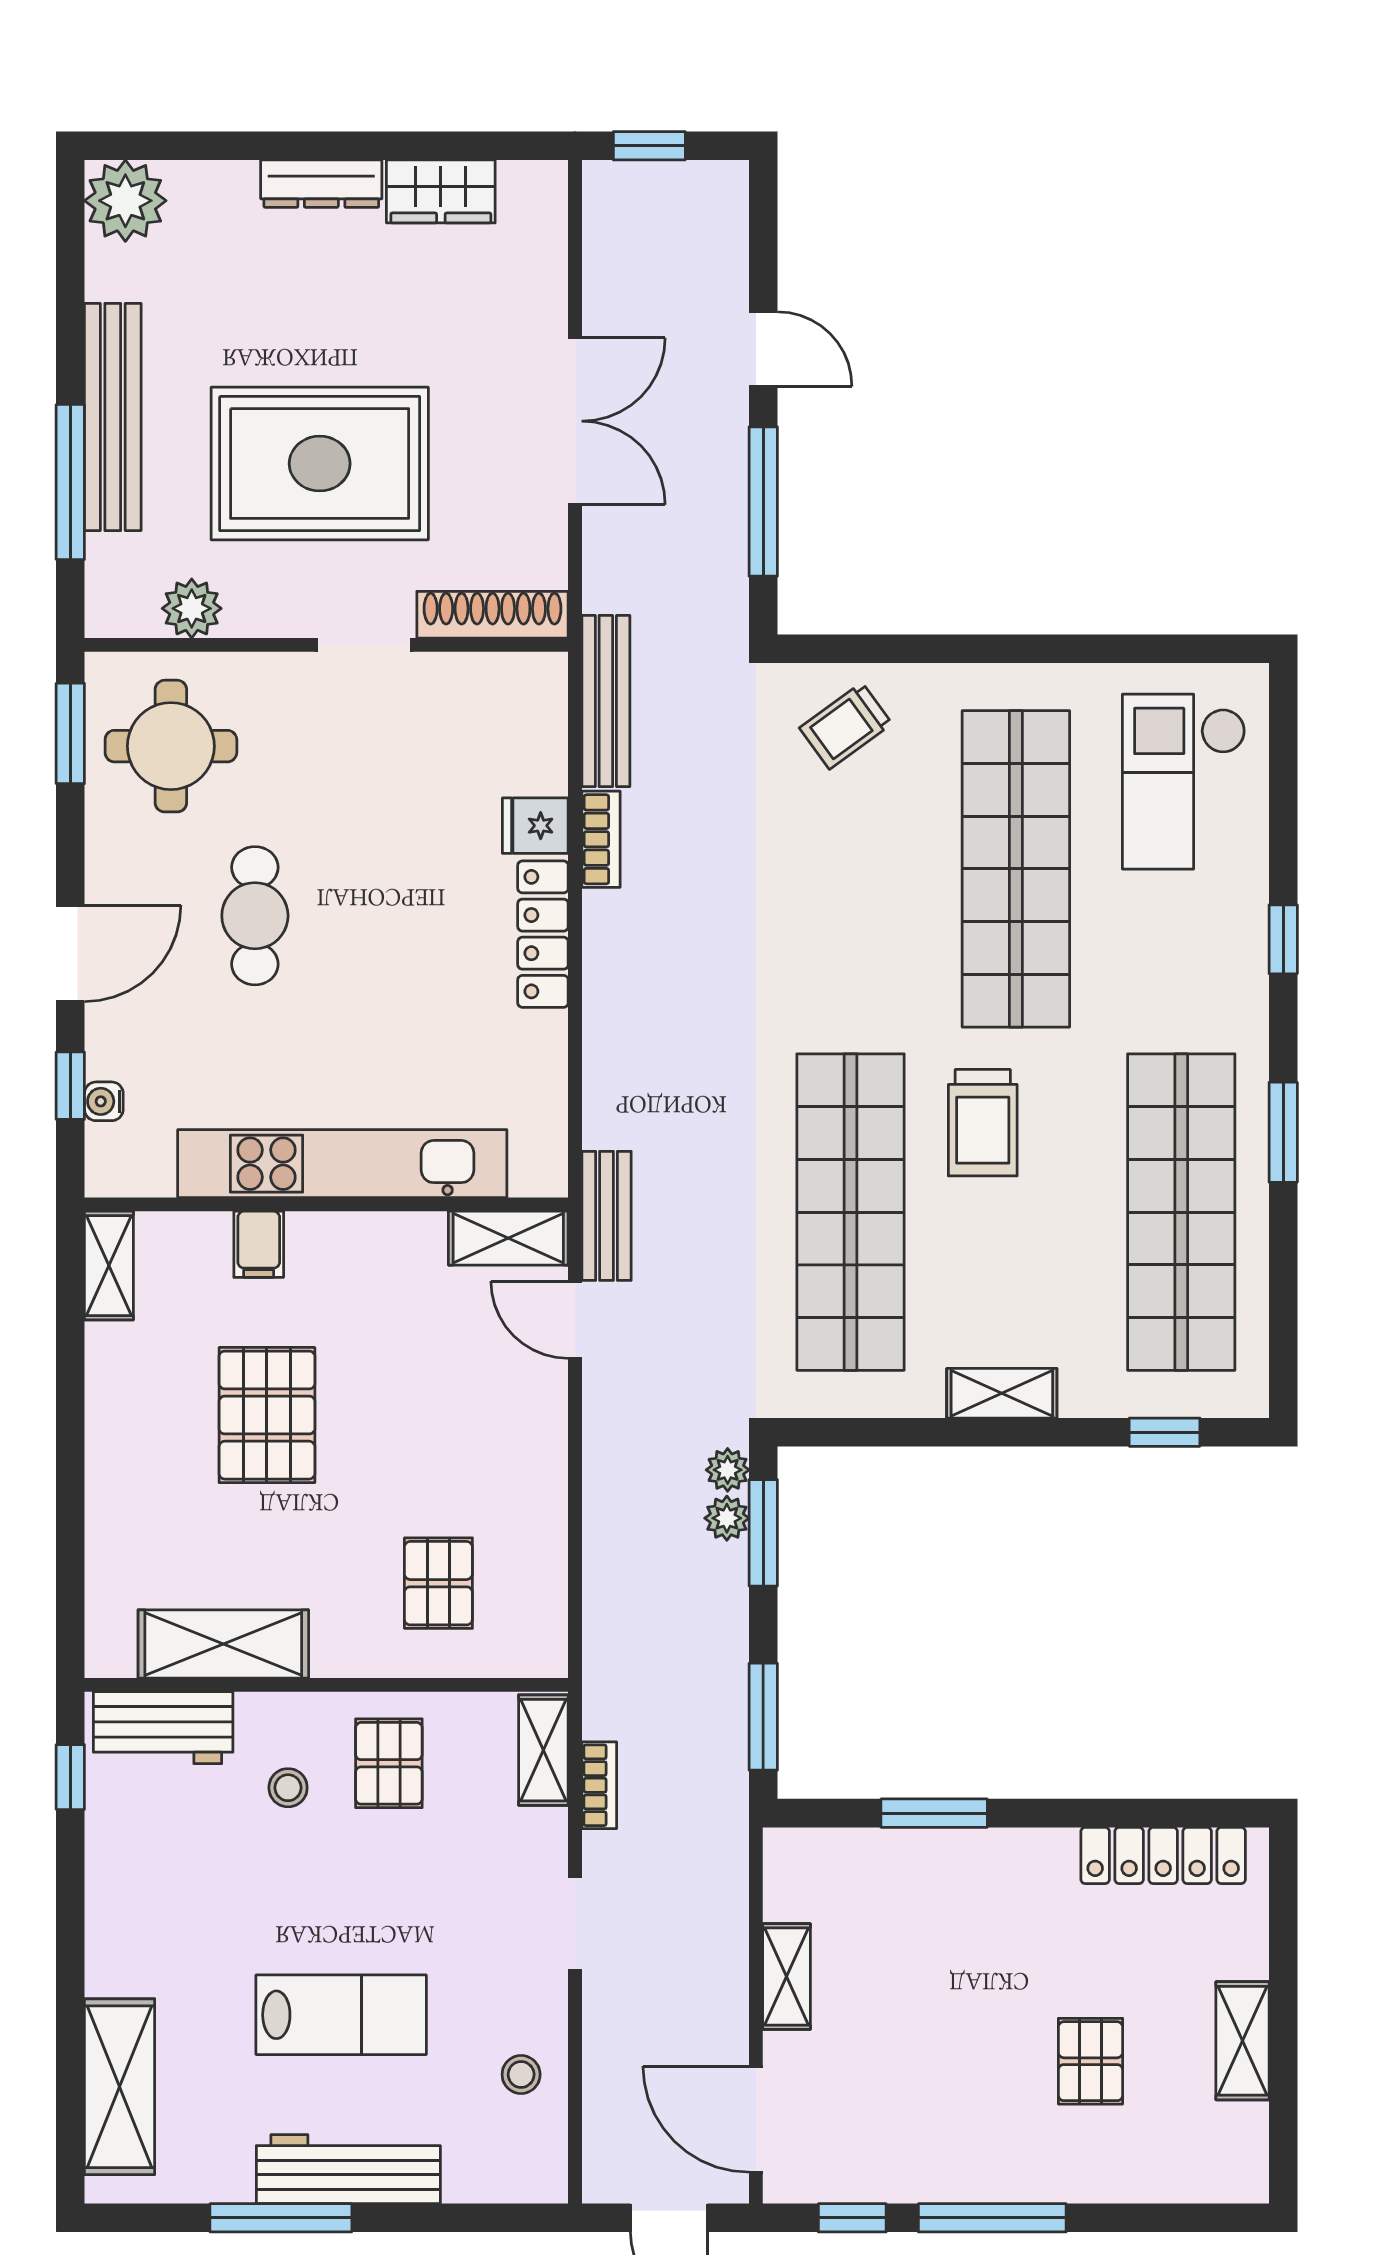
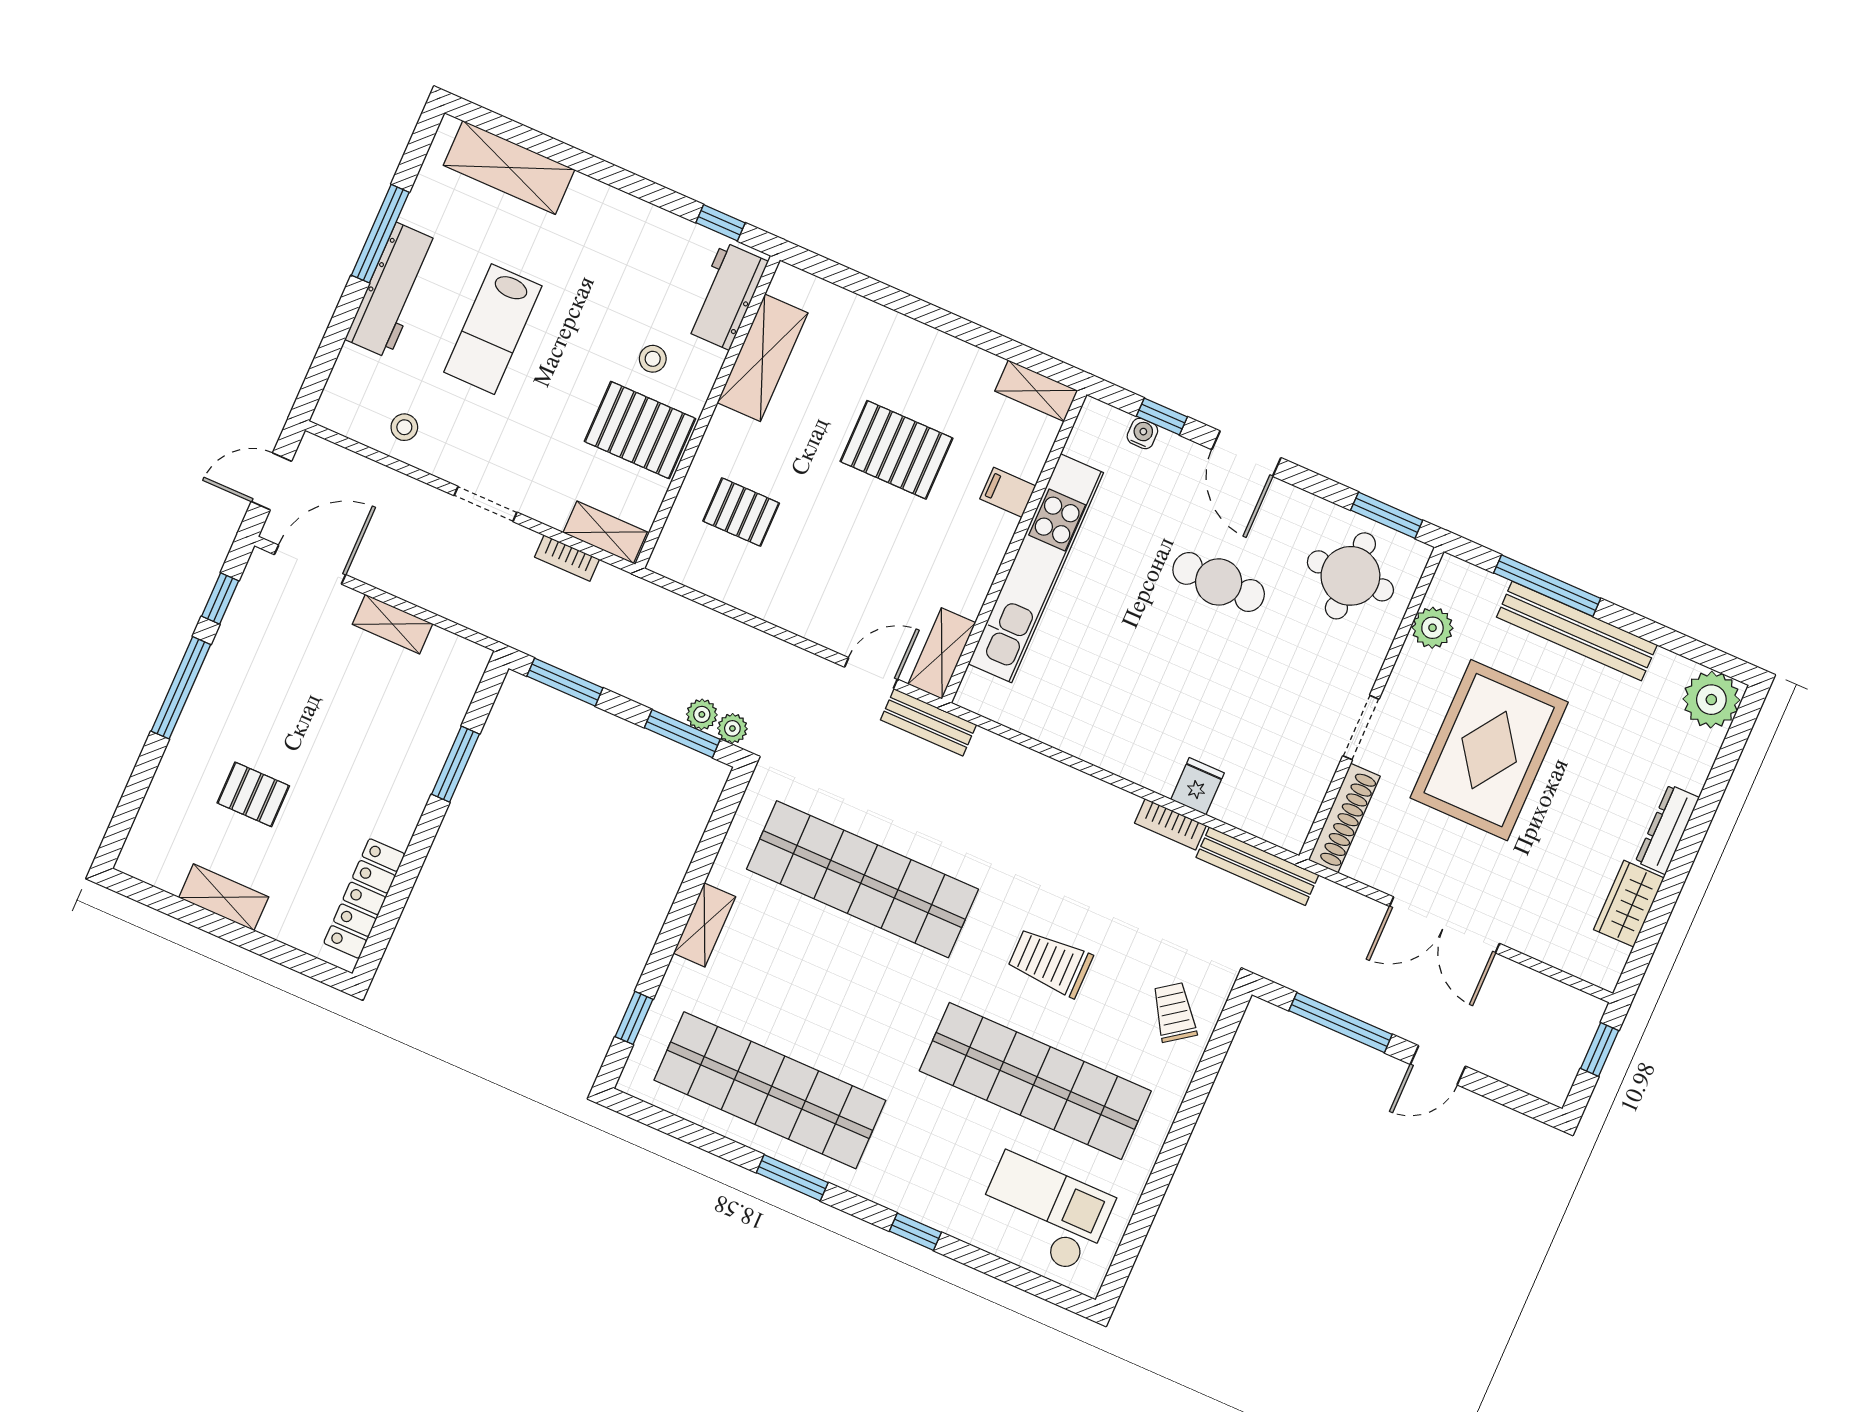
locker: (543, 934) -> (1126, 761), removed
trolley: (983, 1123) -> (1050, 962), moved
pallet: (389, 1763) -> (640, 430), width x1.50, depth x1.42

